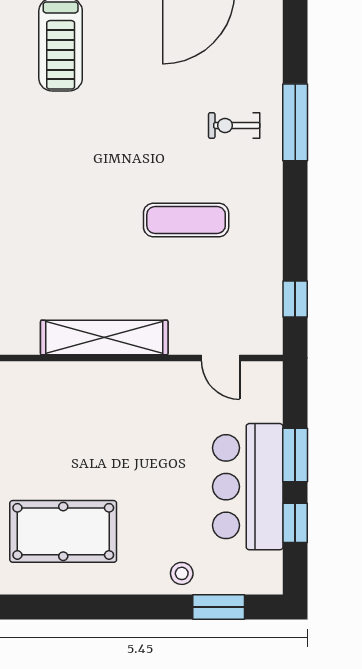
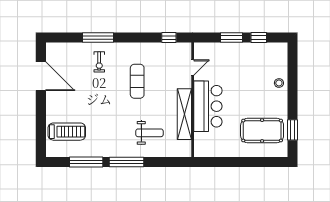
weight bench: (57, 251) -> (149, 133), added
bar counter: (248, 487) -> (208, 106), moved, turned -90
pool table: (63, 531) -> (262, 131), turned 90
window: (219, 607) -> (292, 130), moved

